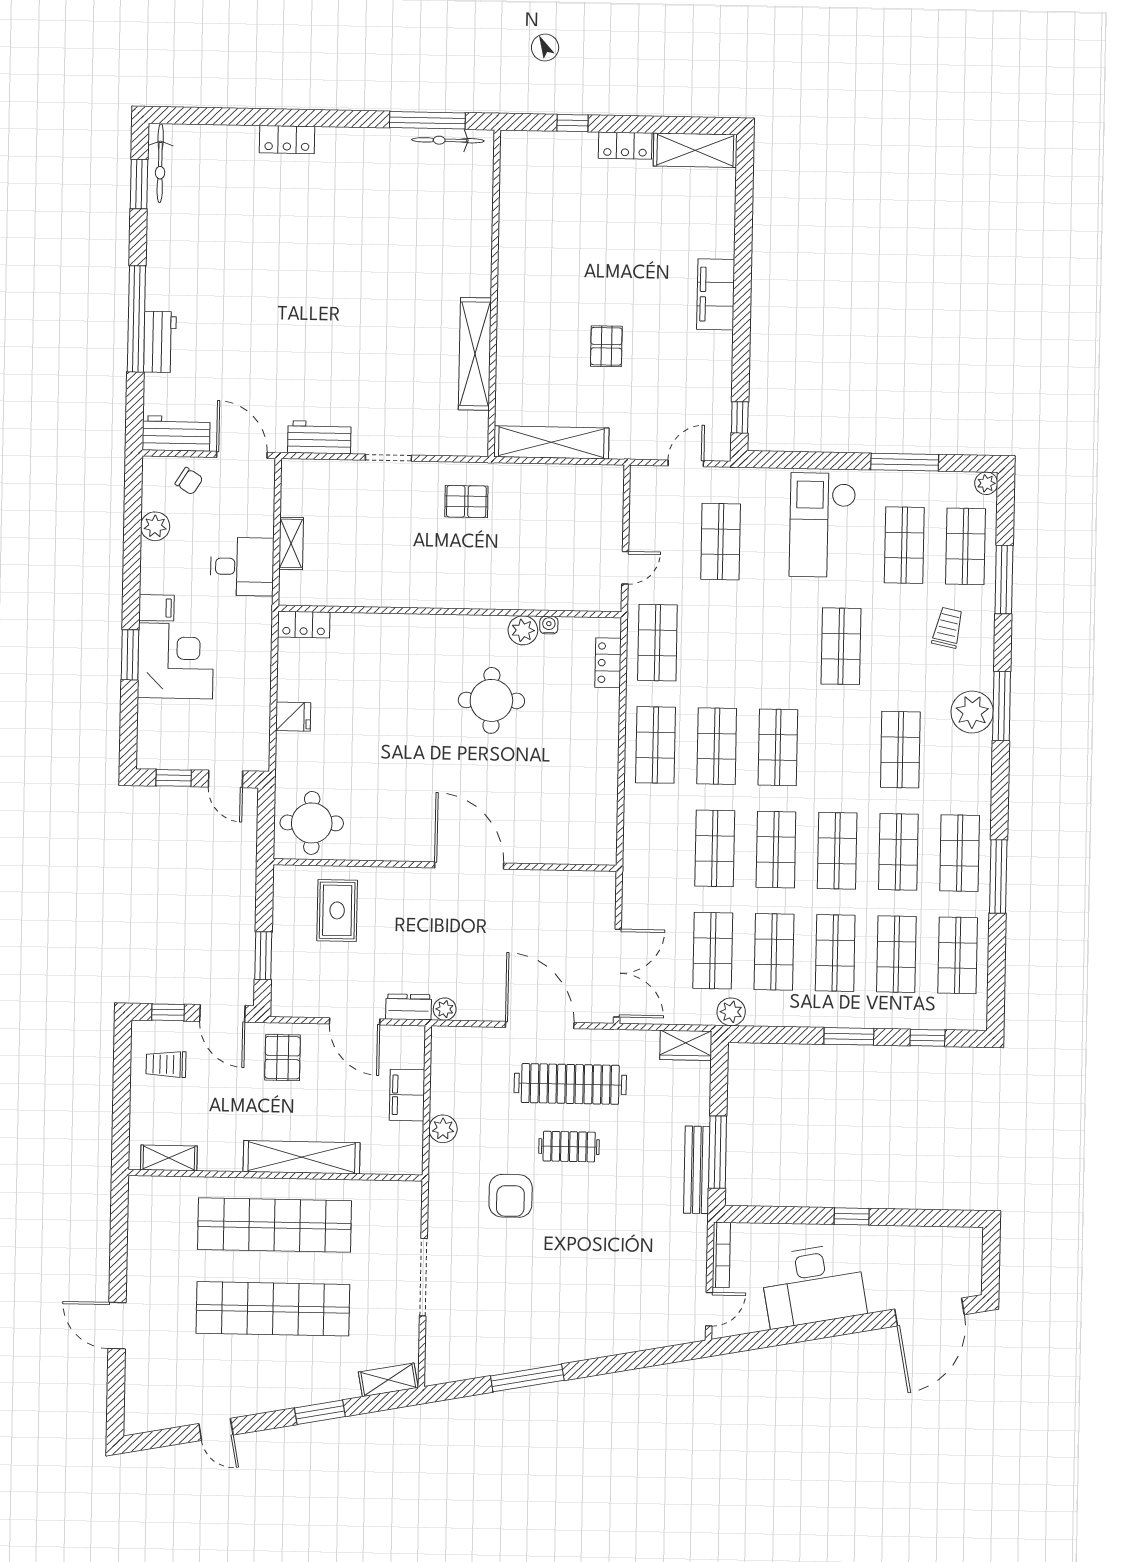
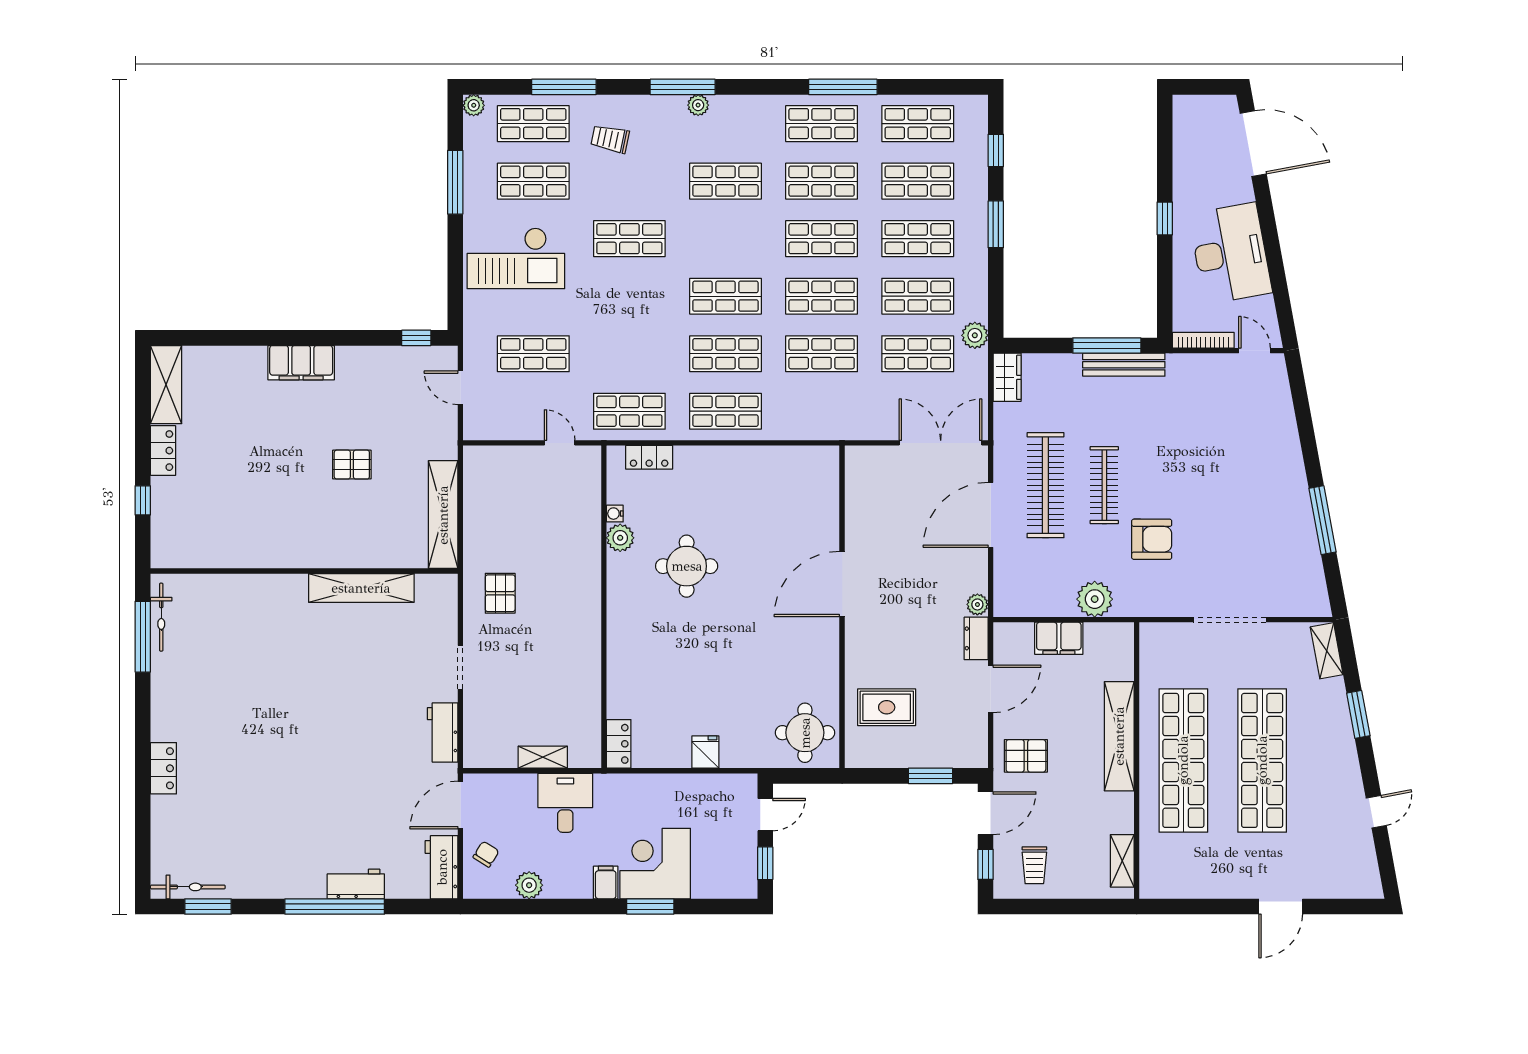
plant: (972, 712) -> (698, 105), width x0.53, depth x0.53
plant: (443, 1129) -> (1095, 599), width x1.36, depth x1.36
clothes rail: (569, 1147) -> (1104, 485), width x1.36

